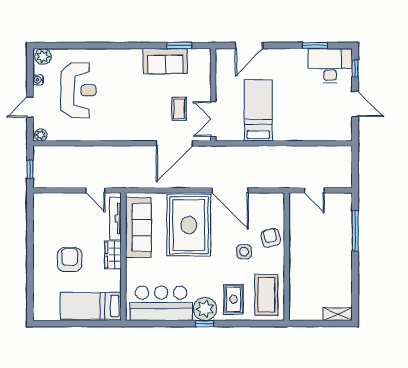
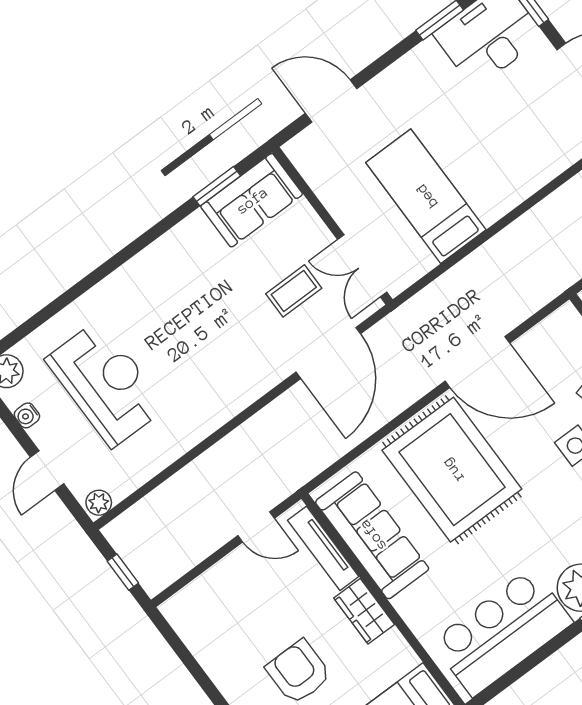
door: (249, 45) -> (331, 101), swing flipped
sofa: (165, 61) -> (252, 200), moved
coffee table: (179, 109) -> (294, 291), turned 90

